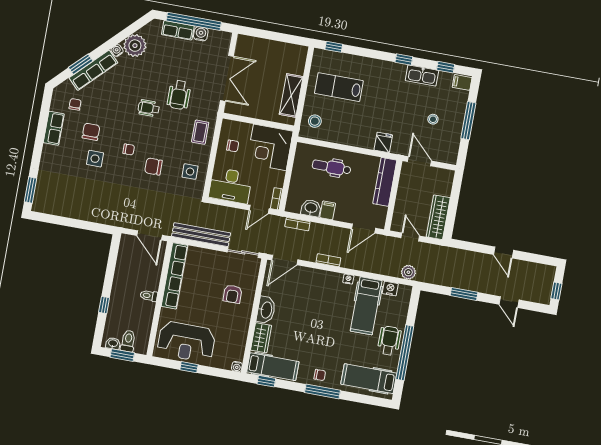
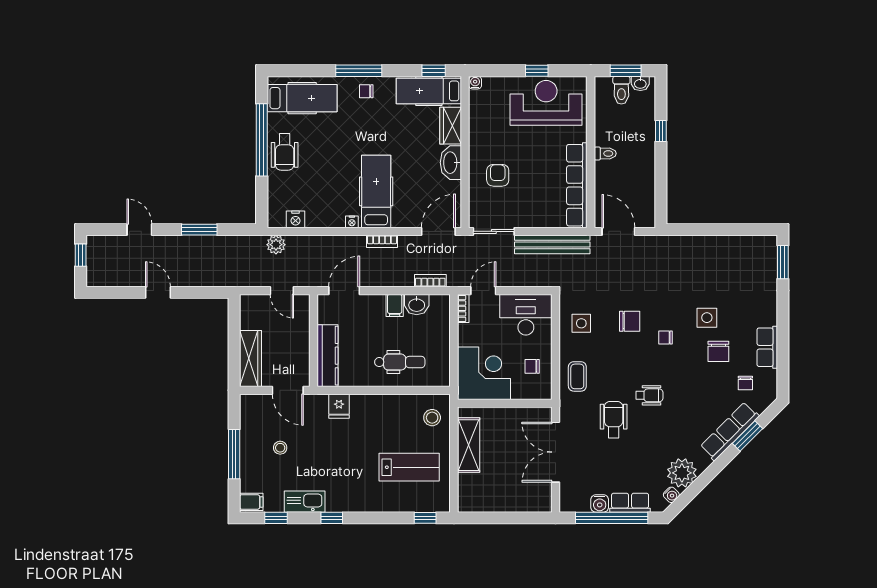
water cooler: (117, 50) -> (671, 495), moved
wardrobe: (438, 217) -> (250, 358), moved
hospital bed: (366, 306) -> (376, 191), moved

